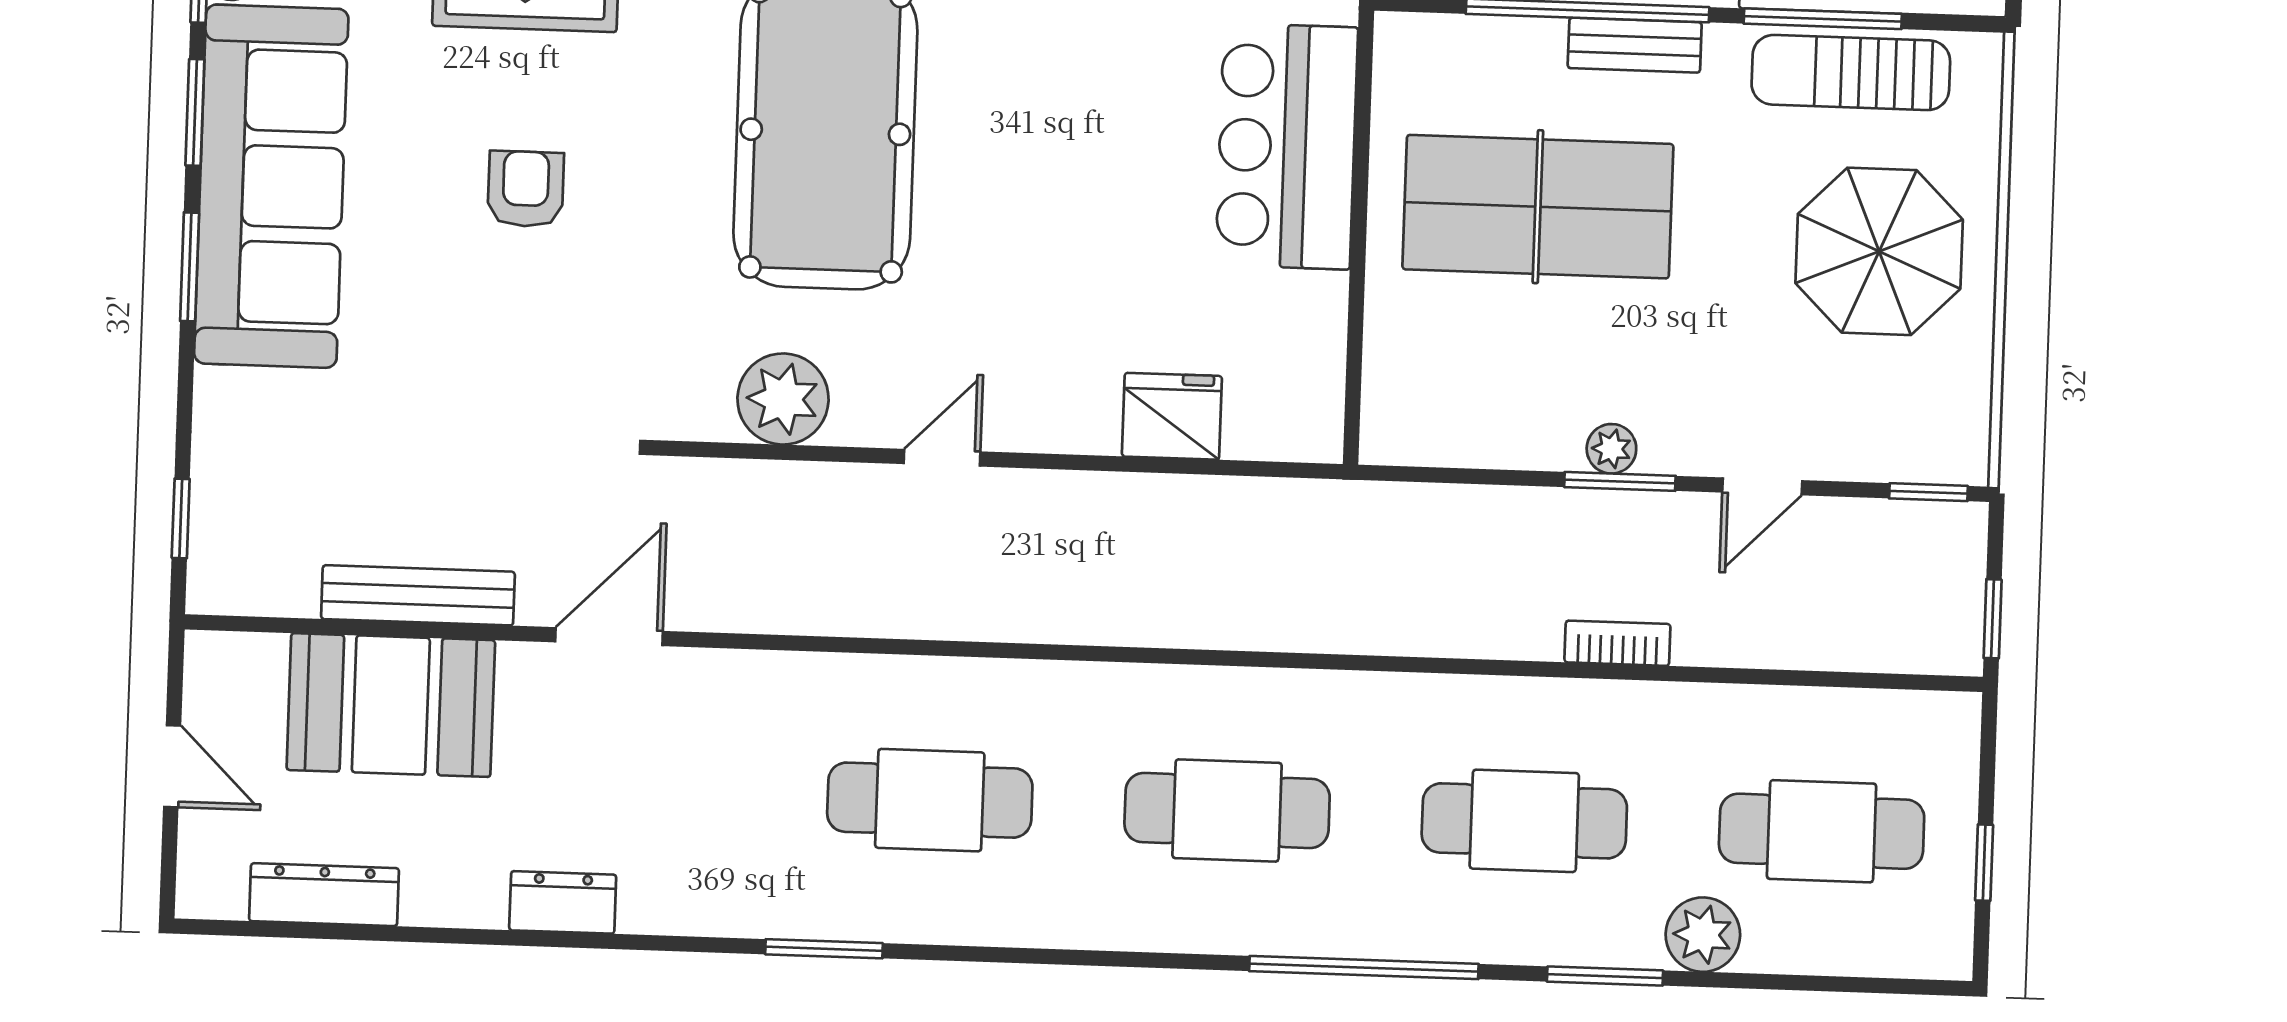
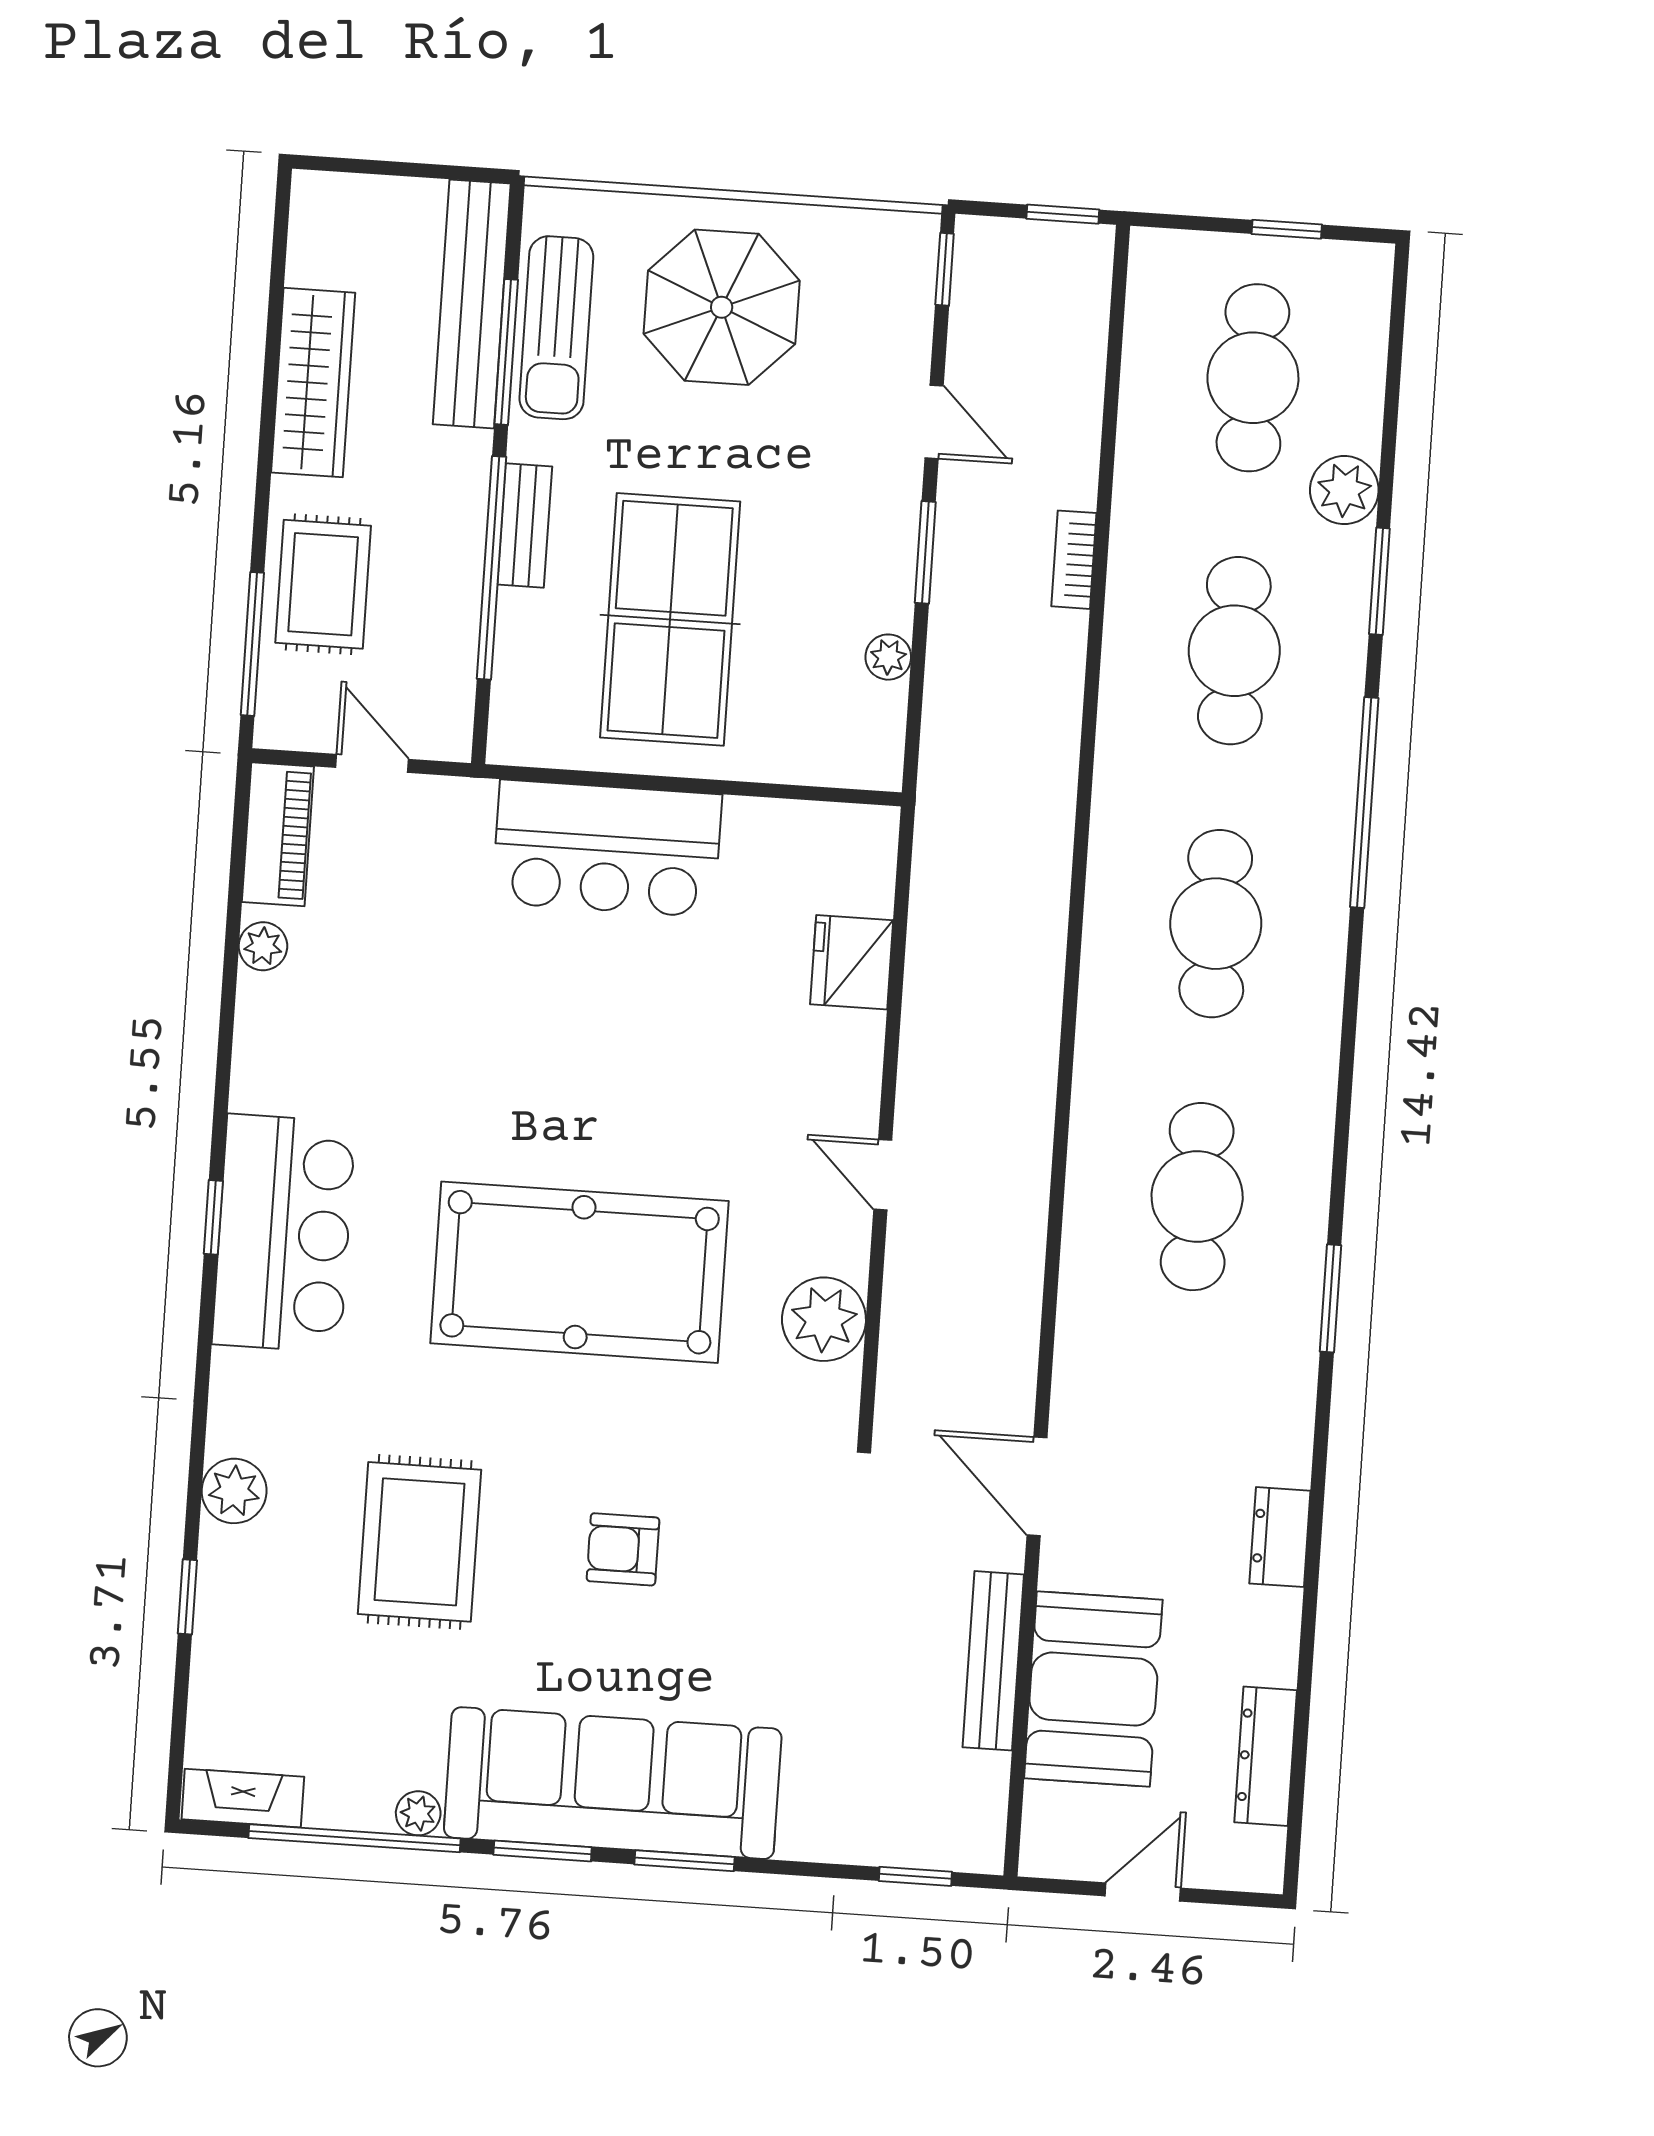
plant: (1611, 449) -> (888, 657), moved

